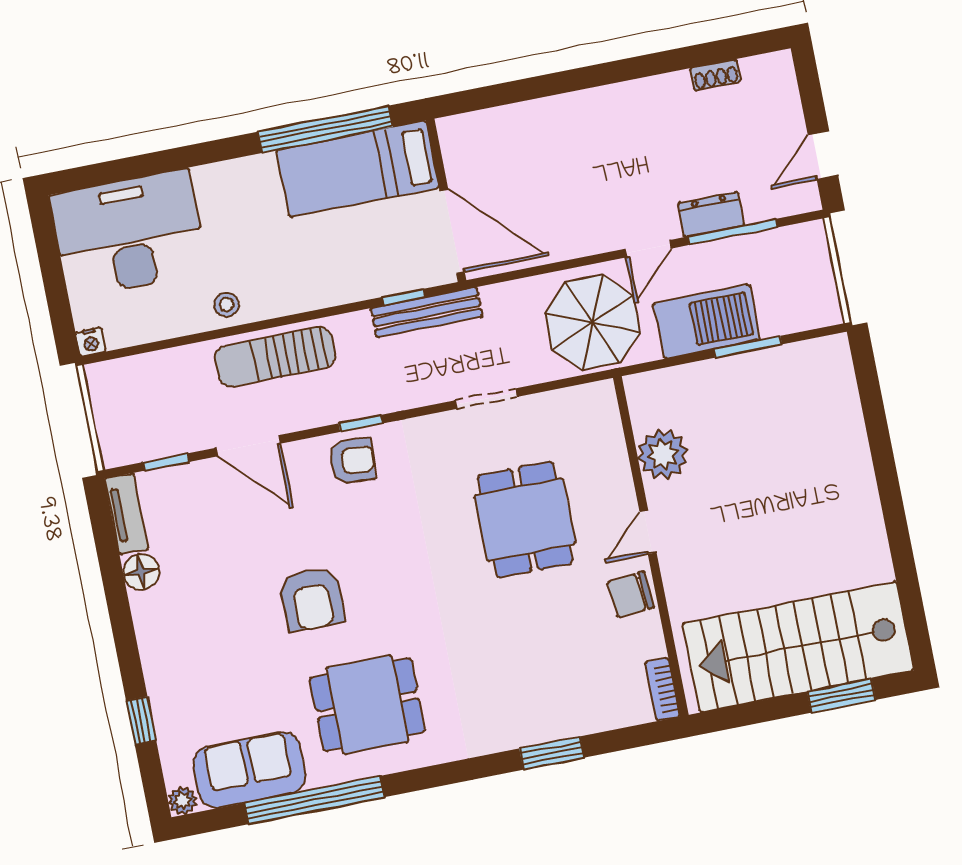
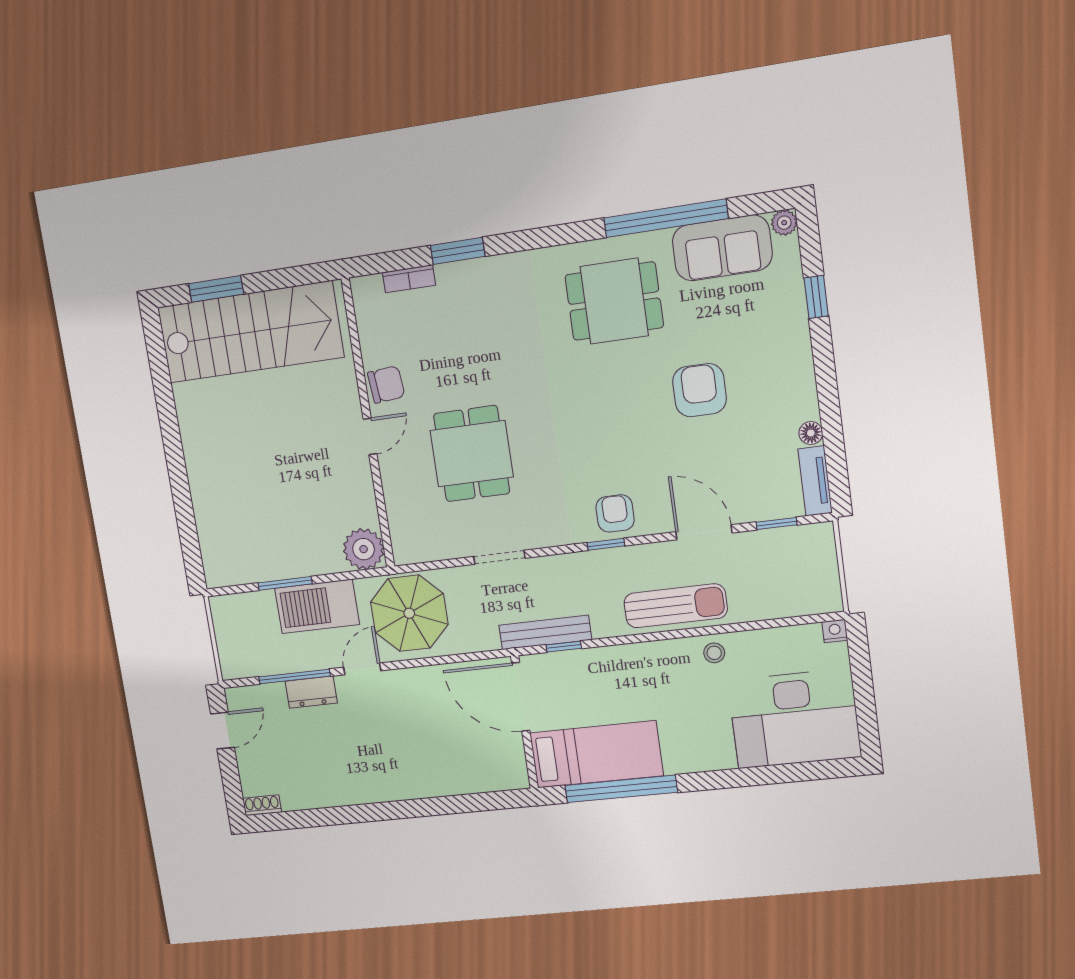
shoe rack: (716, 75) -> (262, 805), moved
plant: (663, 454) -> (364, 549), moved
armchair: (352, 461) -> (615, 513), turned 86
floor lamp: (141, 572) -> (811, 433), width x0.73, depth x0.73
armchair: (312, 599) -> (699, 390), moved
bookcase: (662, 689) -> (409, 279), moved, turned 90

